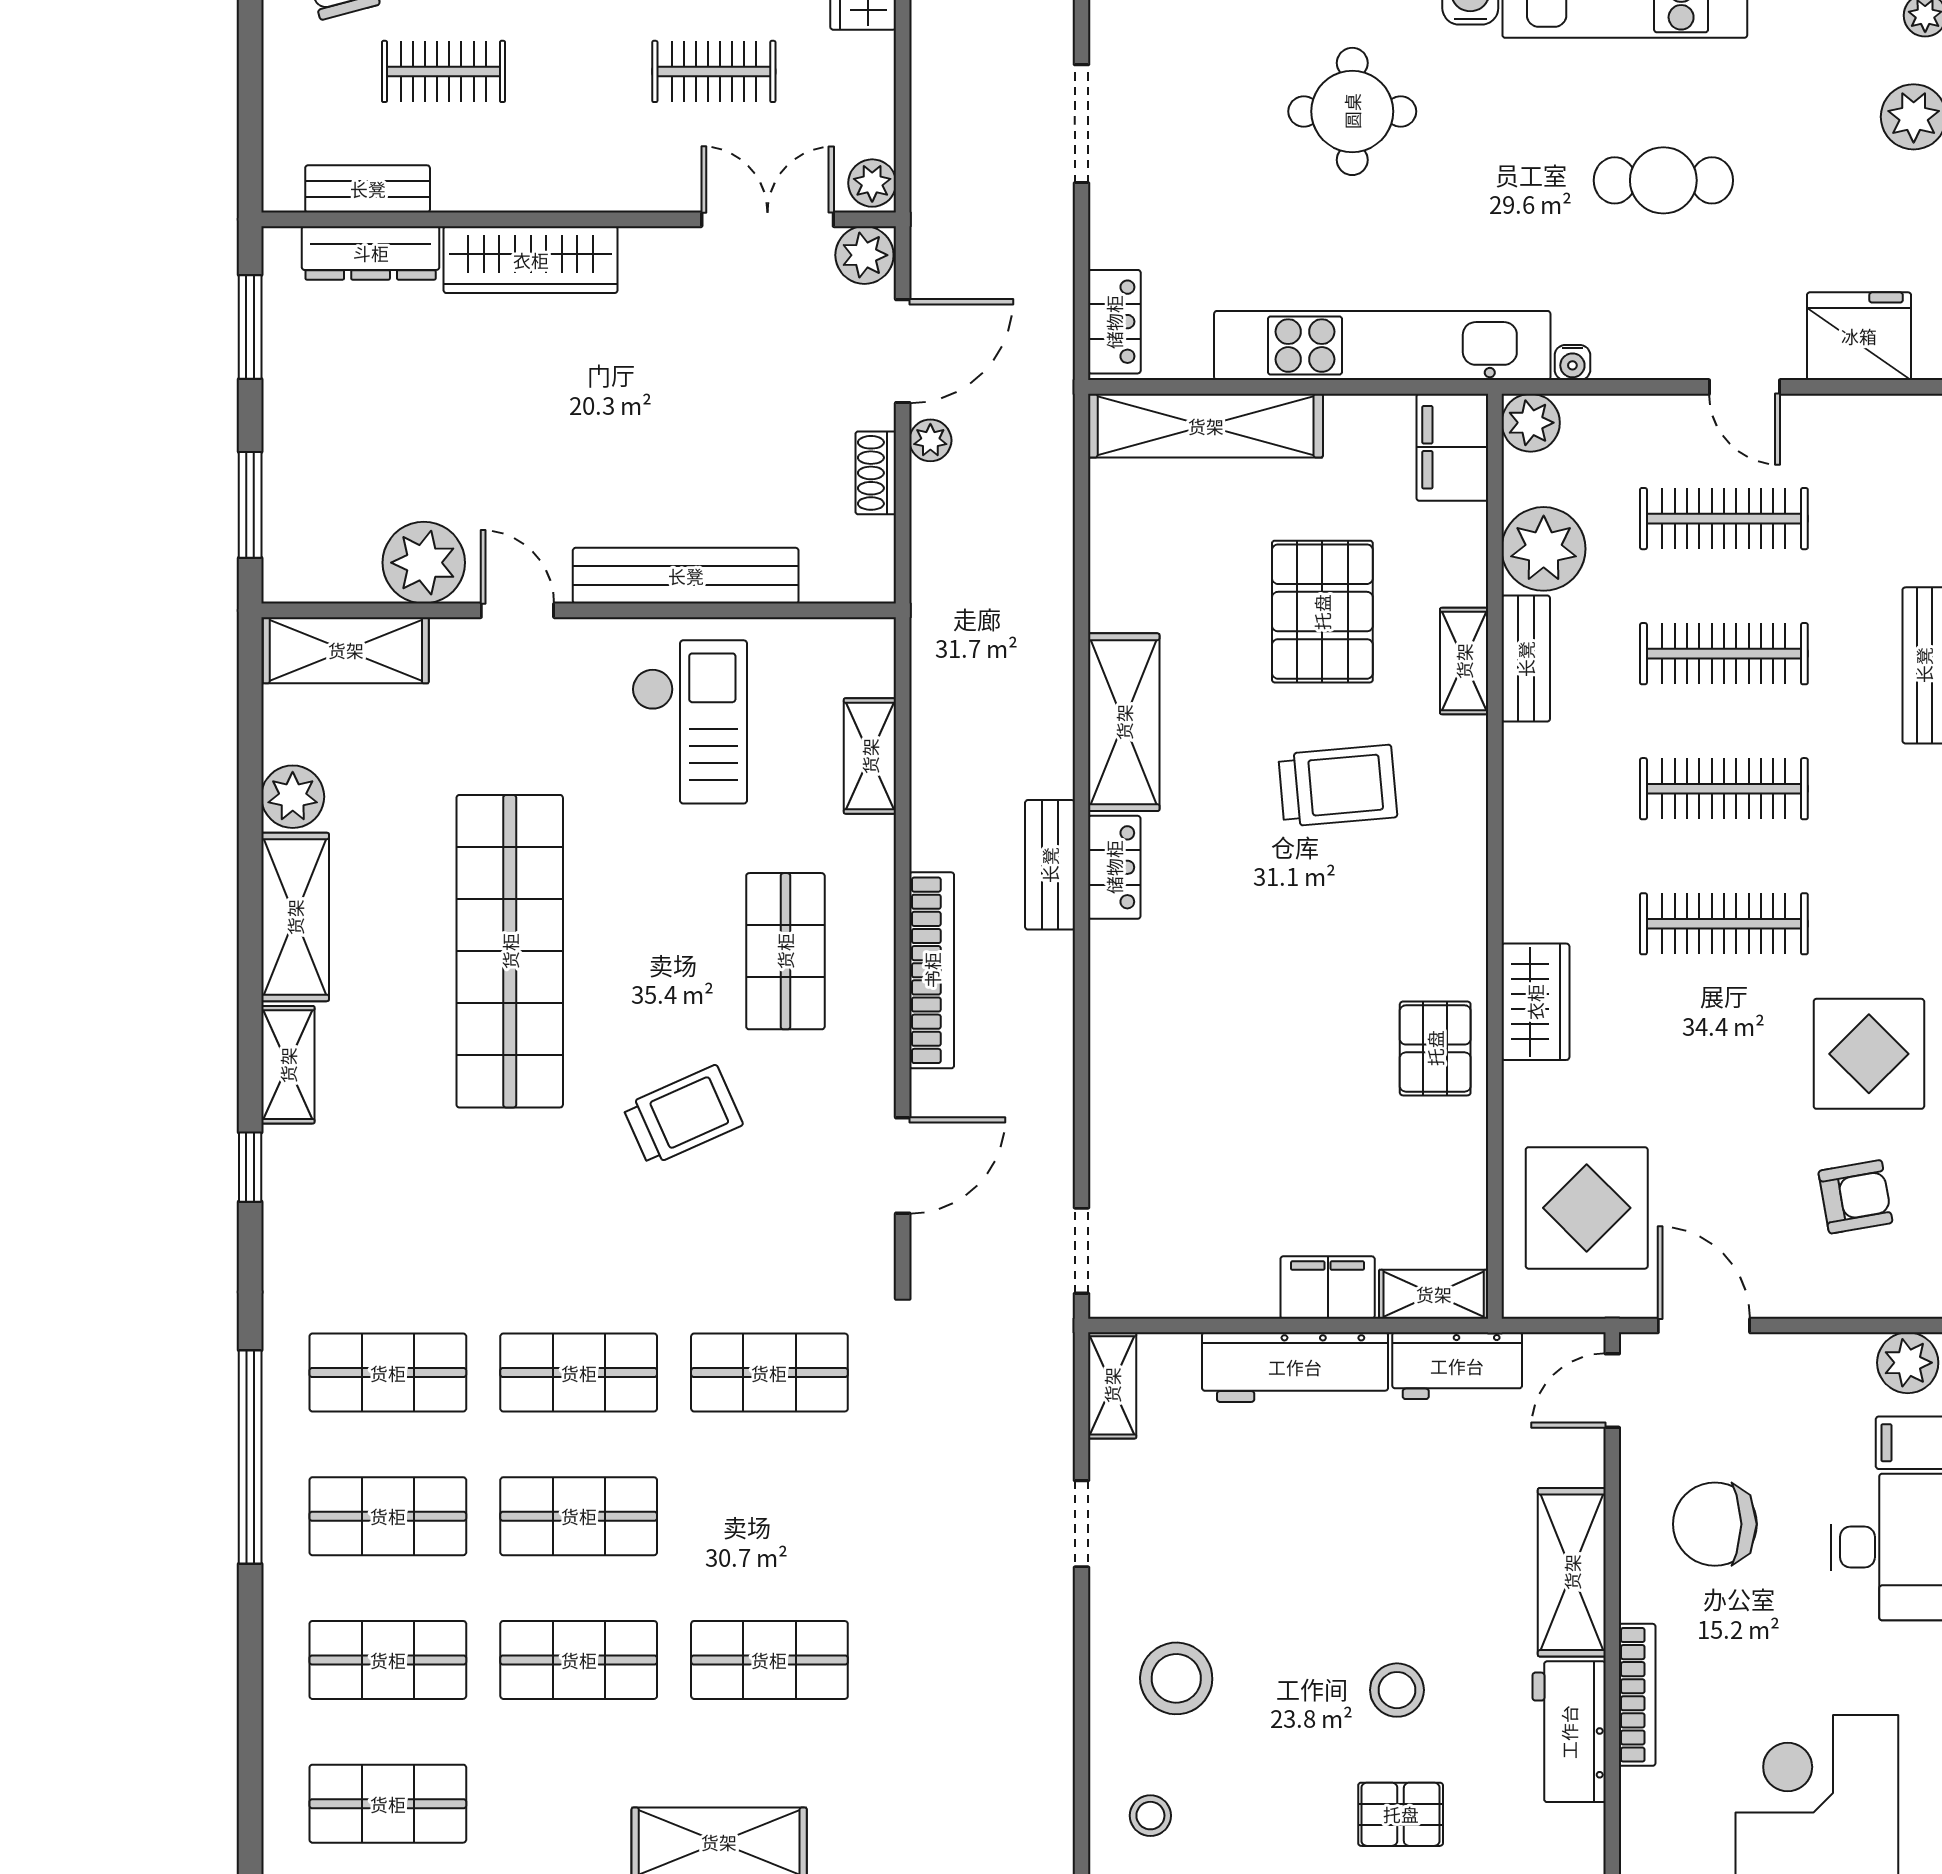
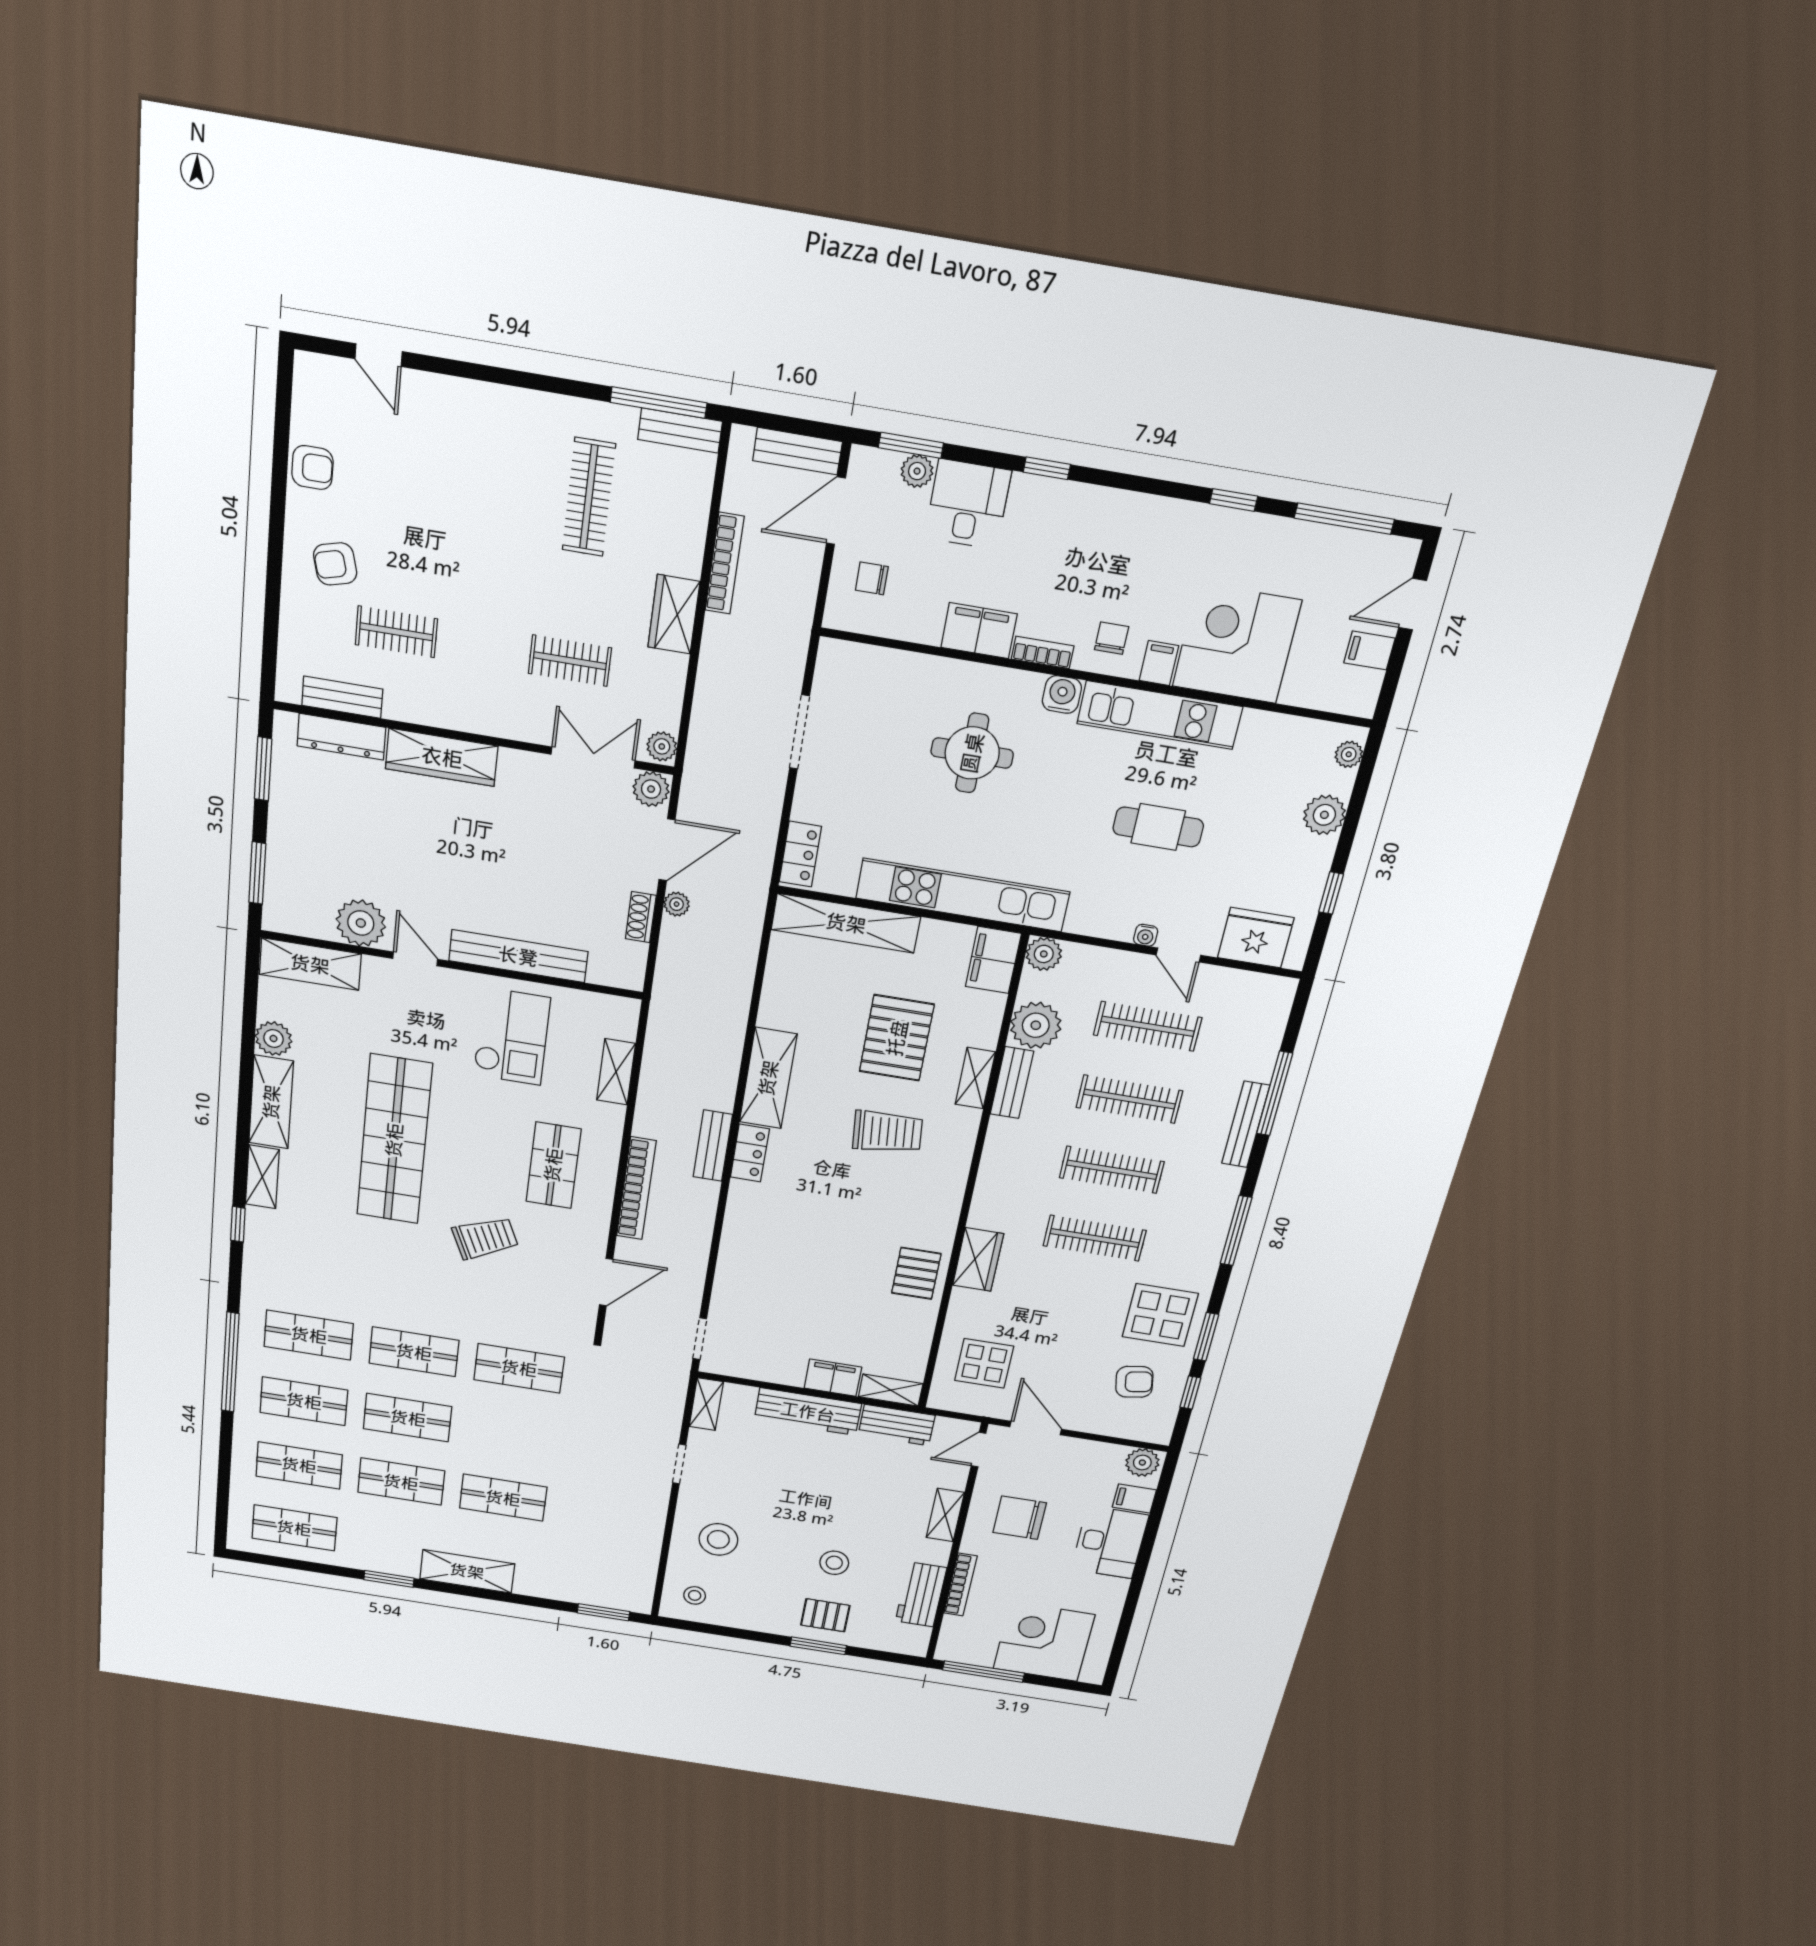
water cooler: (1572, 363) -> (1146, 935), moved
display table: (1587, 1208) -> (984, 1363), width x0.73, depth x0.73
shelving: (1572, 1572) -> (945, 1515), width x0.67, depth x0.75

